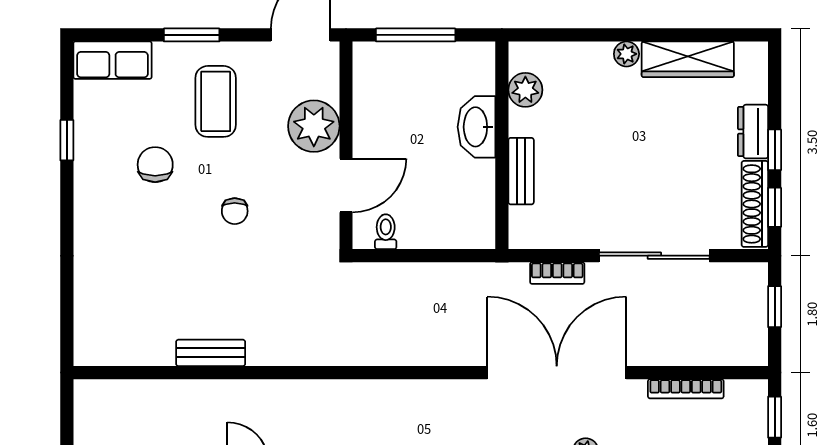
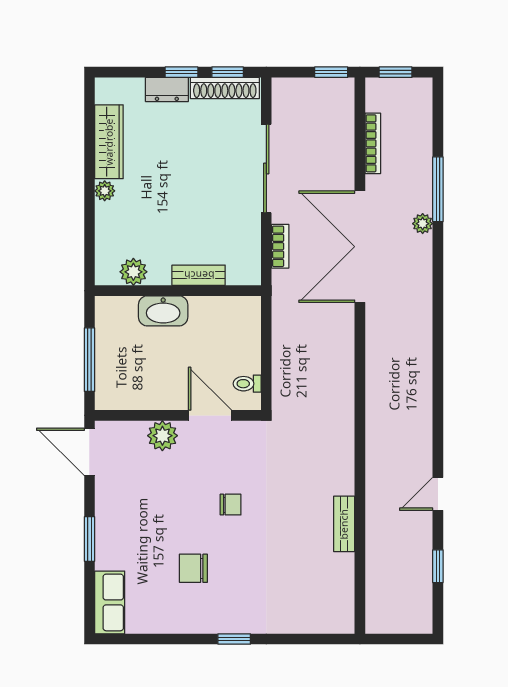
coffee table: (216, 101) -> (143, 520), removed
plant: (314, 126) -> (162, 436), width x0.73, depth x0.73
window: (67, 140) -> (234, 639), moved
window: (775, 307) -> (331, 72), moved

